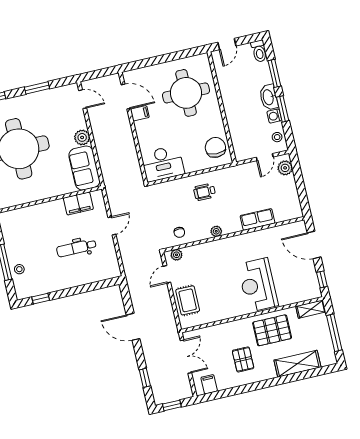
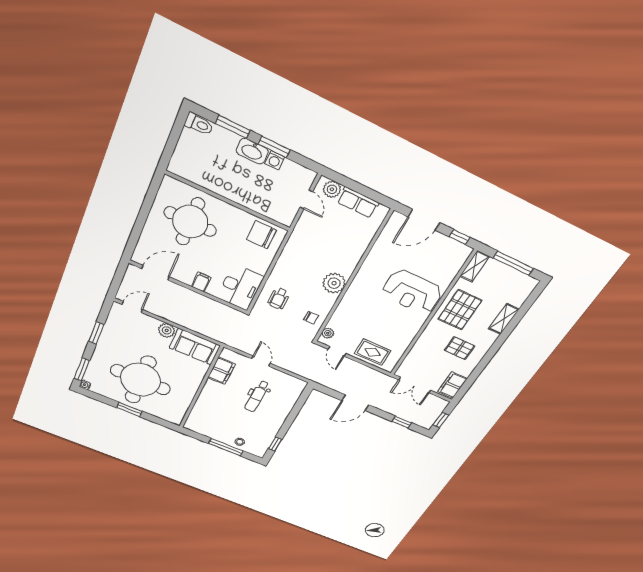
door: (227, 44) -> (169, 149), removed
filing cabinet: (140, 113) -> (201, 282), moved
stool: (277, 137) -> (297, 174), removed
wheelchair: (205, 192) -> (279, 298), moved
row of seats: (257, 219) -> (358, 202), moved, turned -90
plant: (216, 231) -> (334, 283), width x1.88, depth x1.88
double door: (186, 357) -> (415, 385), swing flipped
shelving: (297, 364) -> (504, 319), width x0.67, depth x0.75
filing cabinet: (209, 384) -> (452, 385), width x2.00

